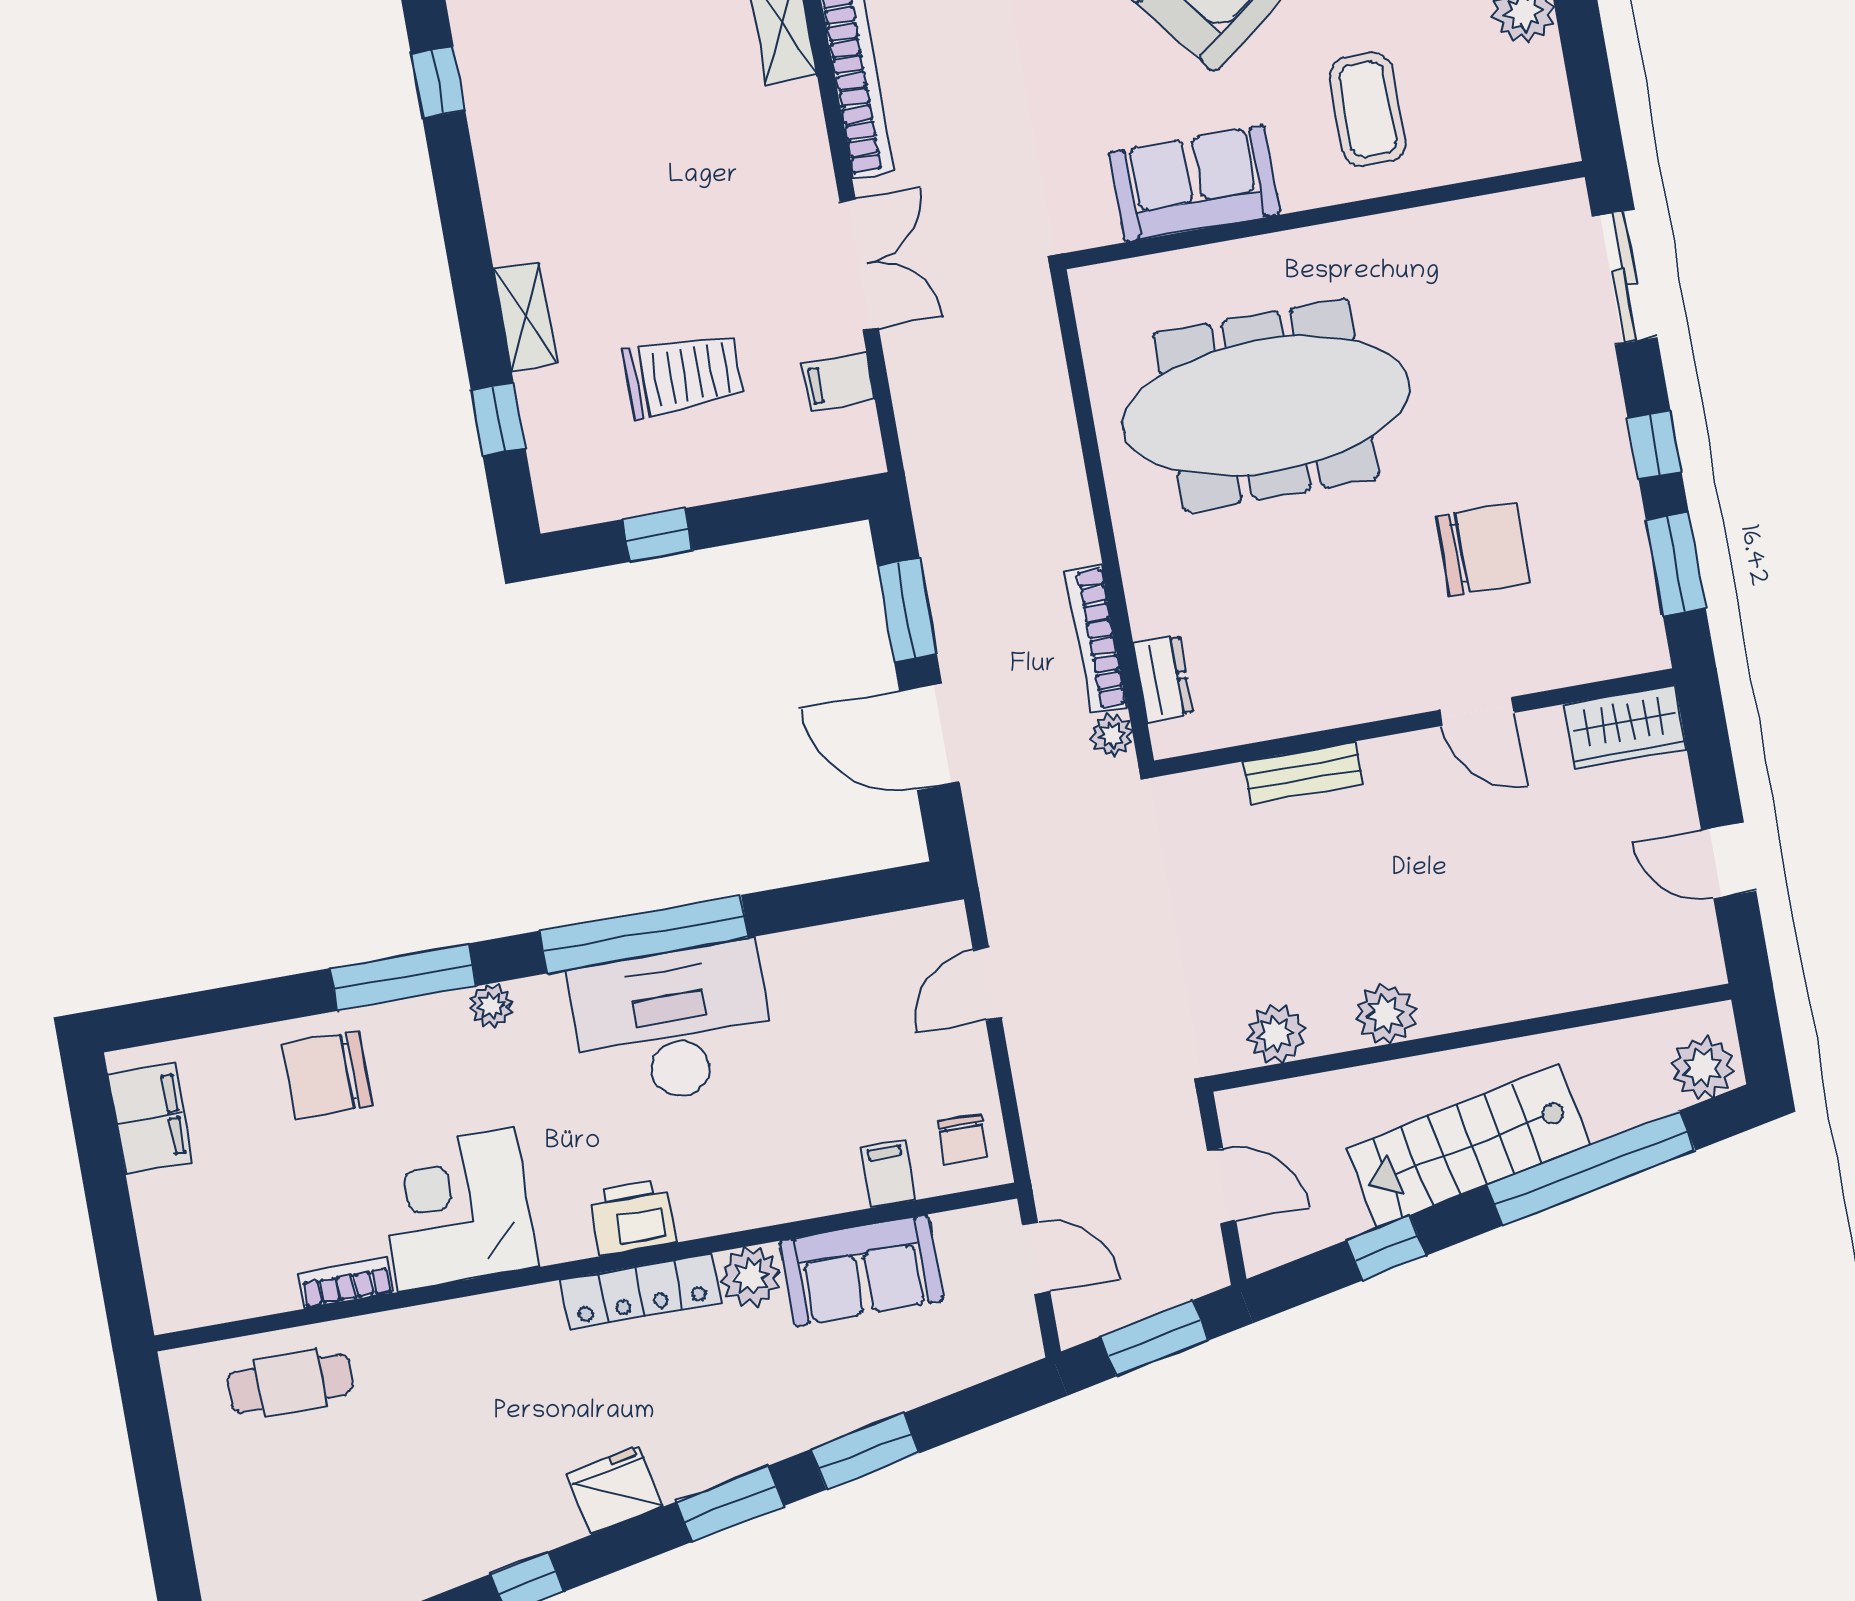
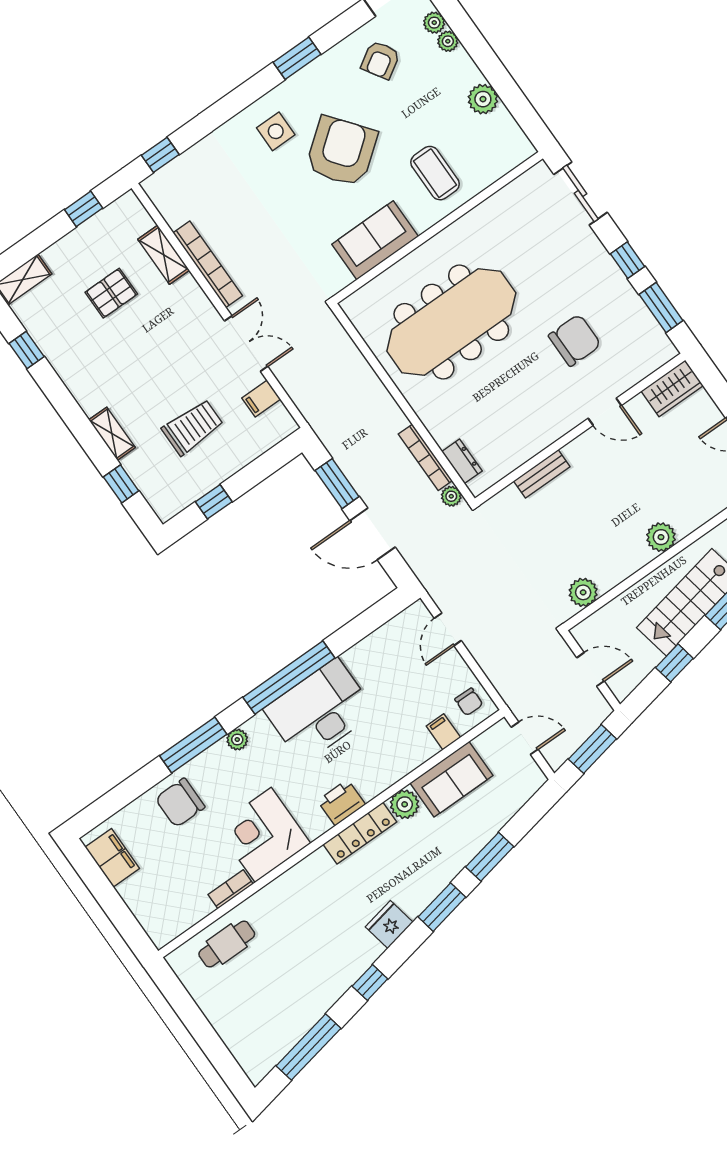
pallet: (649, 50) -> (111, 293), added
plant: (1385, 1014) -> (661, 537), moved

